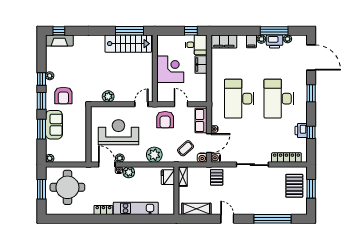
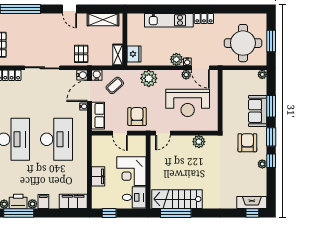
desk: (196, 45) -> (134, 197), moved, turned 180

